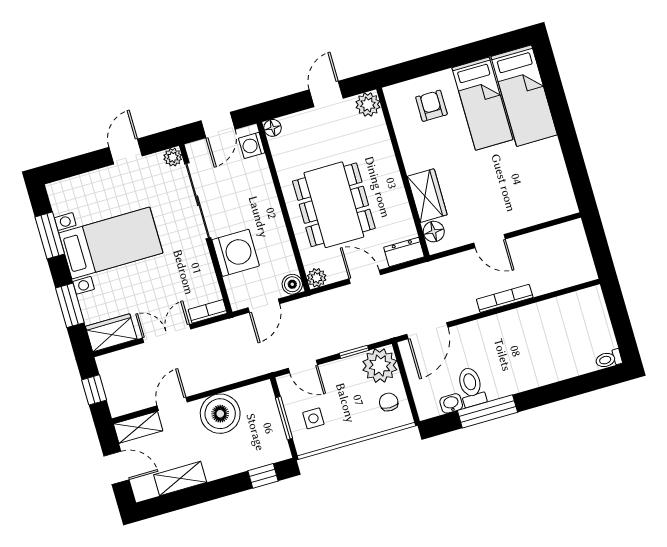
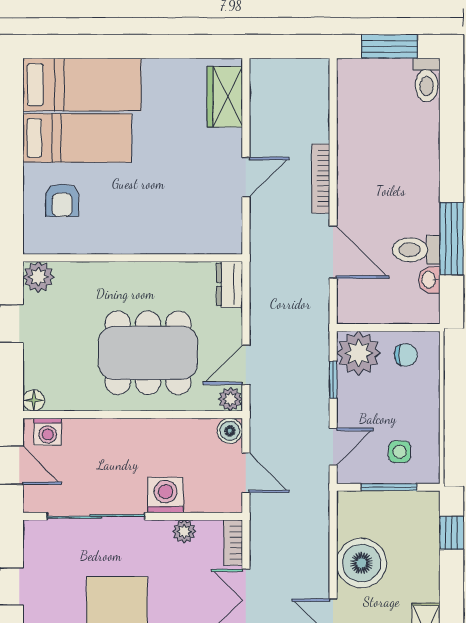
armchair: (431, 106) -> (62, 200), turned -90
plant: (173, 157) -> (184, 531), moved
wardrobe: (427, 196) -> (225, 97), moved, turned -90
floor lamp: (434, 232) -> (215, 241), removed
washing machine: (236, 253) -> (166, 495), width x0.73, depth x0.73
door: (365, 277) -> (246, 365), moved
window: (621, 322) -> (390, 46), added
door: (427, 331) -> (333, 252), moved
toilet: (609, 359) -> (427, 80), width x1.37, depth x1.39
chair: (389, 402) -> (406, 355), turned 180

